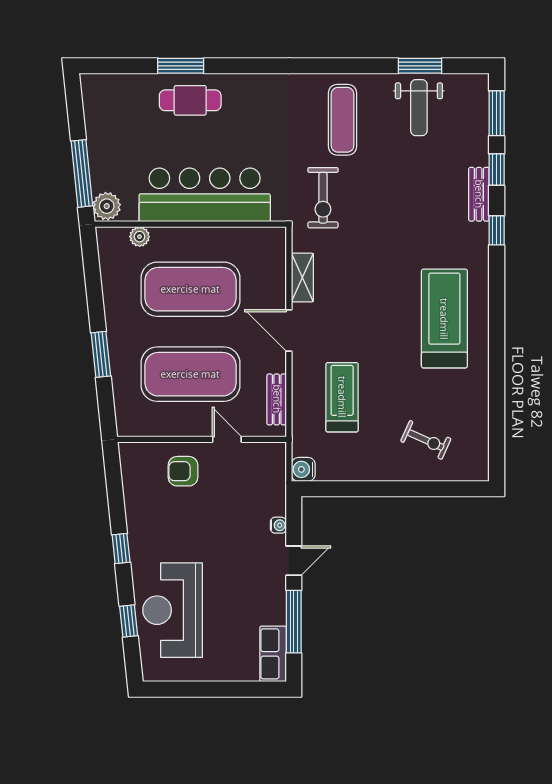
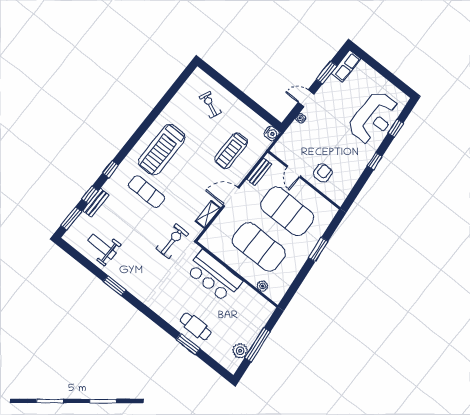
window: (420, 66) -> (115, 286), moved
weight bench: (419, 108) -> (102, 247), turned -90
exercise mat: (343, 120) -> (147, 192), moved, turned 90
window: (82, 173) -> (258, 345), moved
bench: (479, 194) -> (96, 203), moved
bar counter: (205, 195) -> (214, 276), width x0.73
plant: (107, 206) -> (240, 351), moved
door: (289, 330) -> (231, 197), swing flipped
armchair: (183, 471) -> (323, 173), turned -90
window: (294, 622) -> (327, 73), width x0.69

